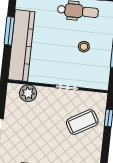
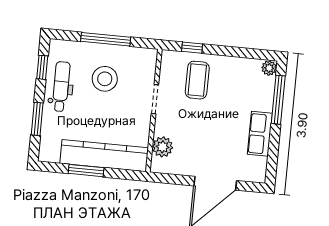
stool: (84, 47) -> (105, 79), width x1.89, depth x1.89
coffee table: (82, 122) -> (197, 80), turned 30

